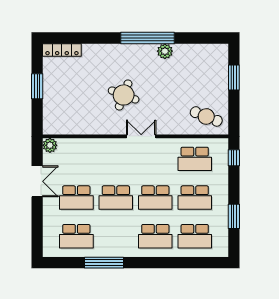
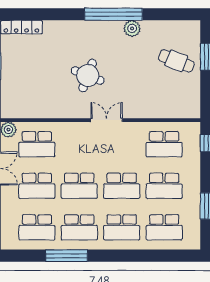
cafe table: (206, 116) -> (176, 61), moved
school desk: (76, 159) -> (37, 144), added
school desk: (116, 236) -> (79, 227), added

